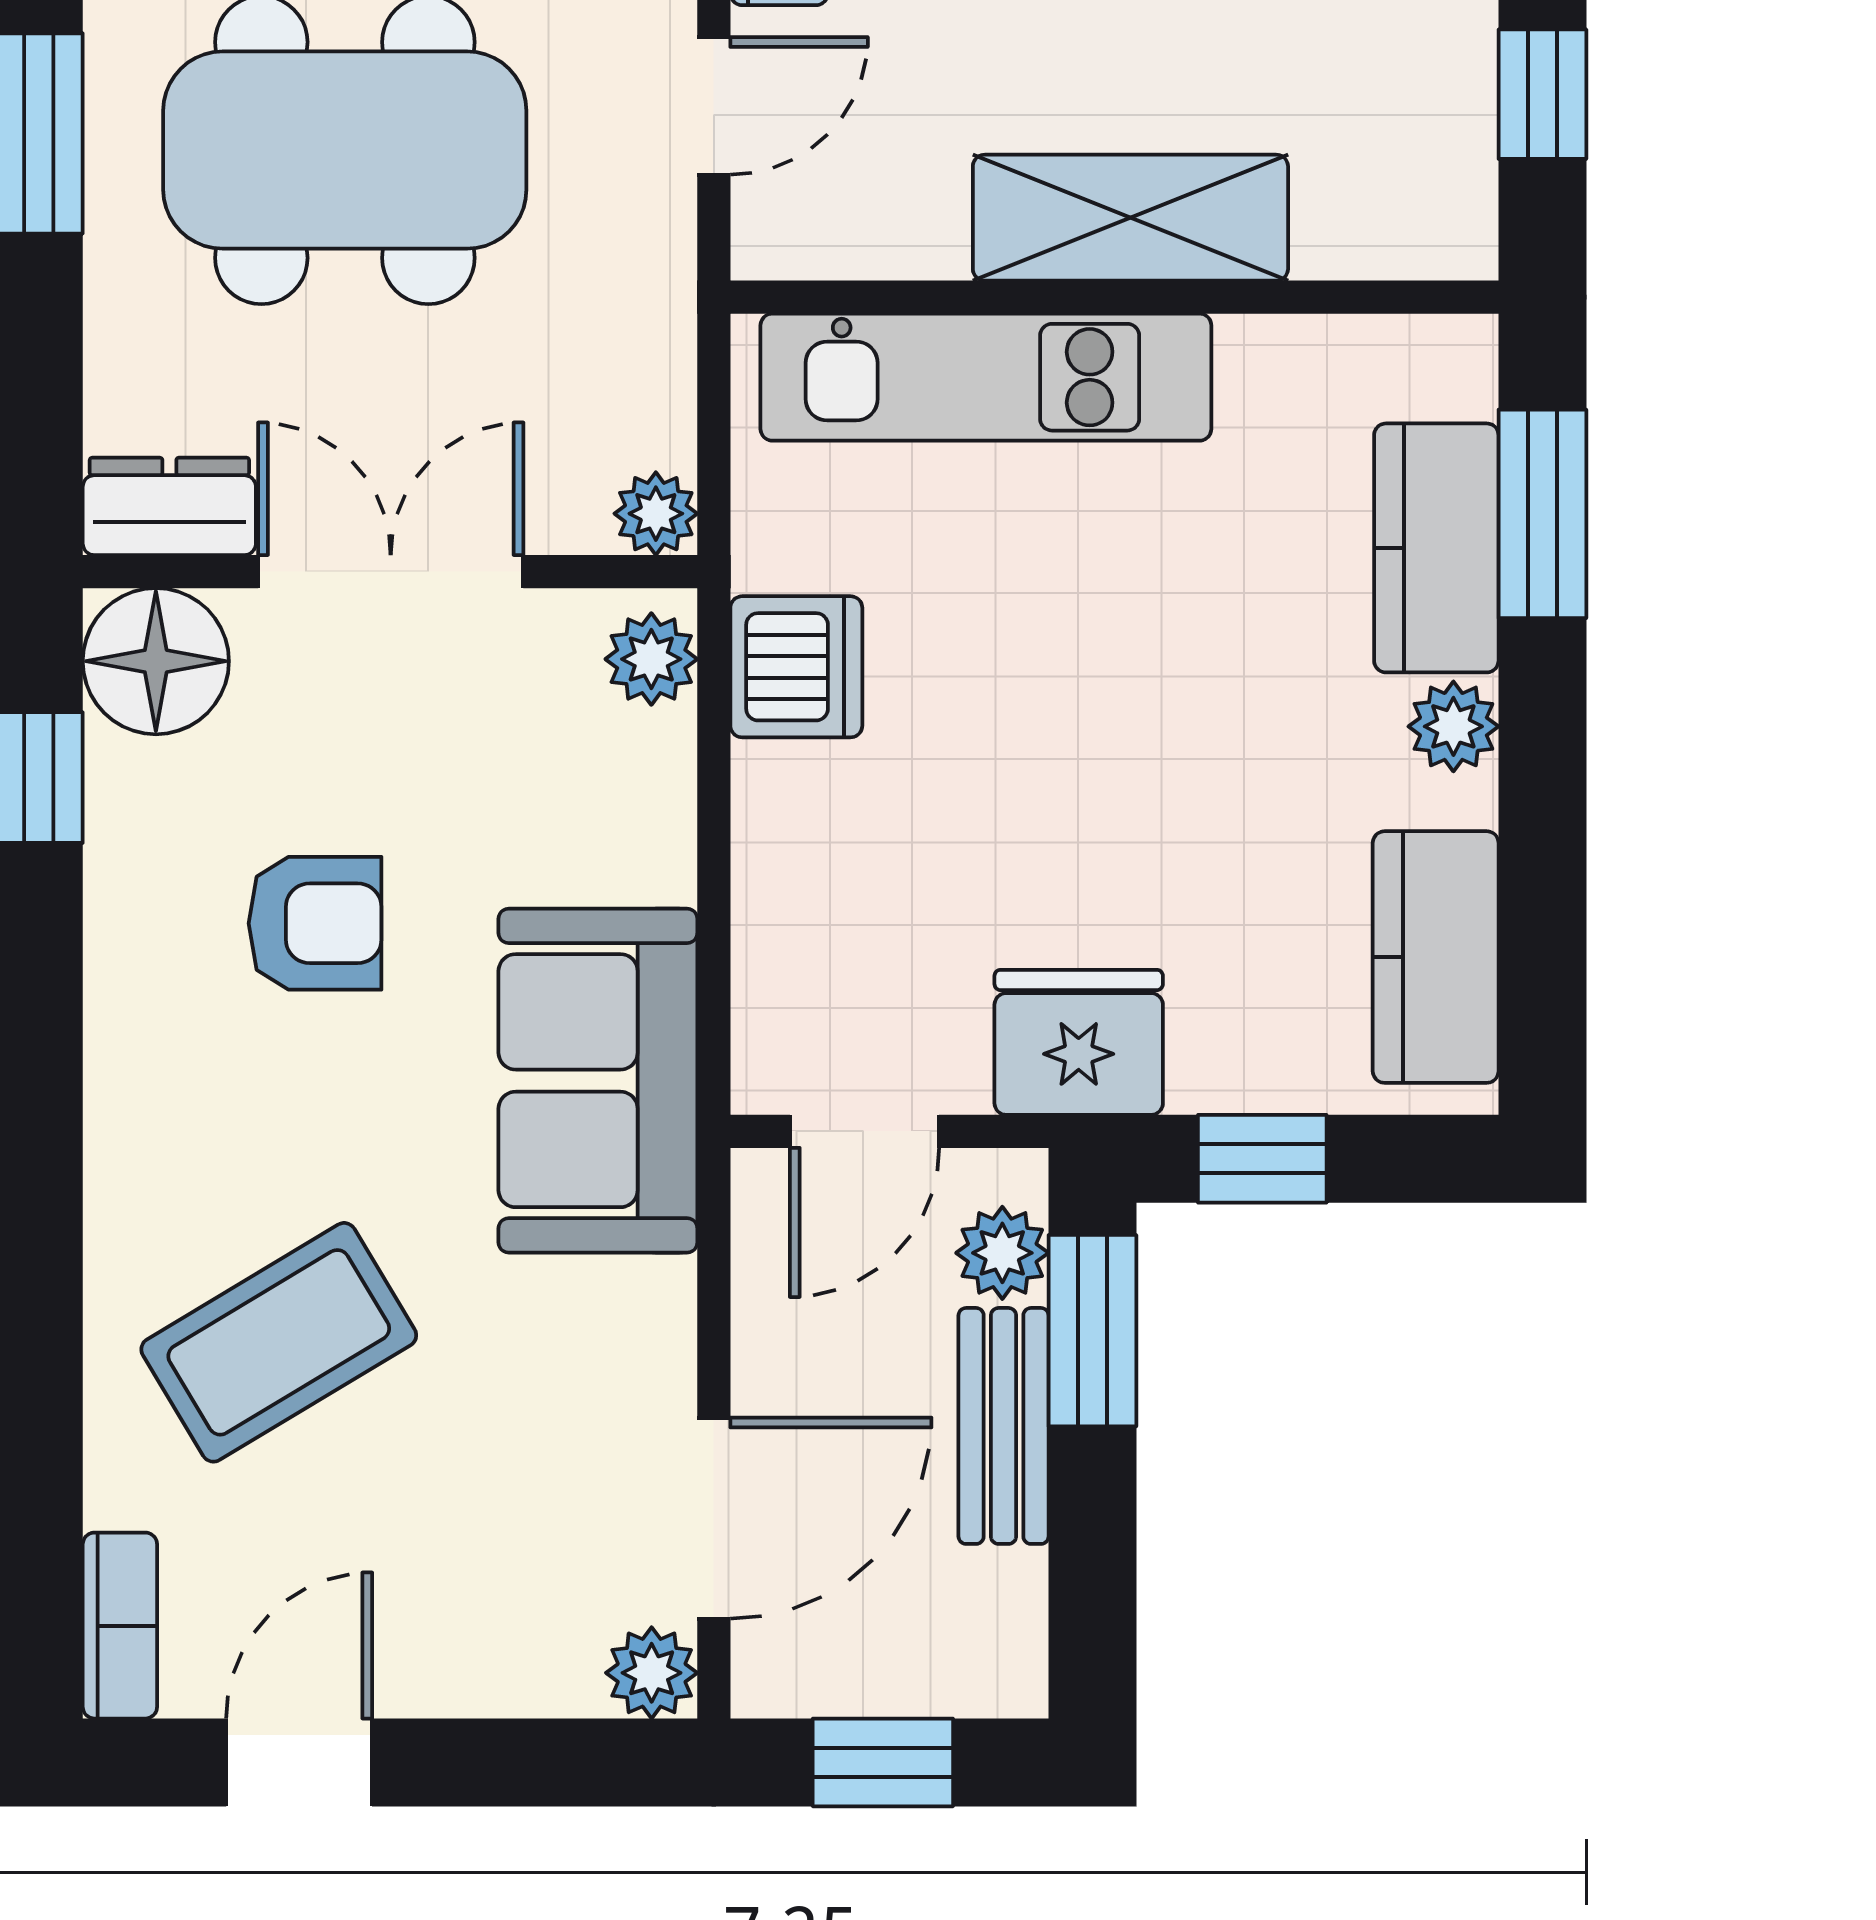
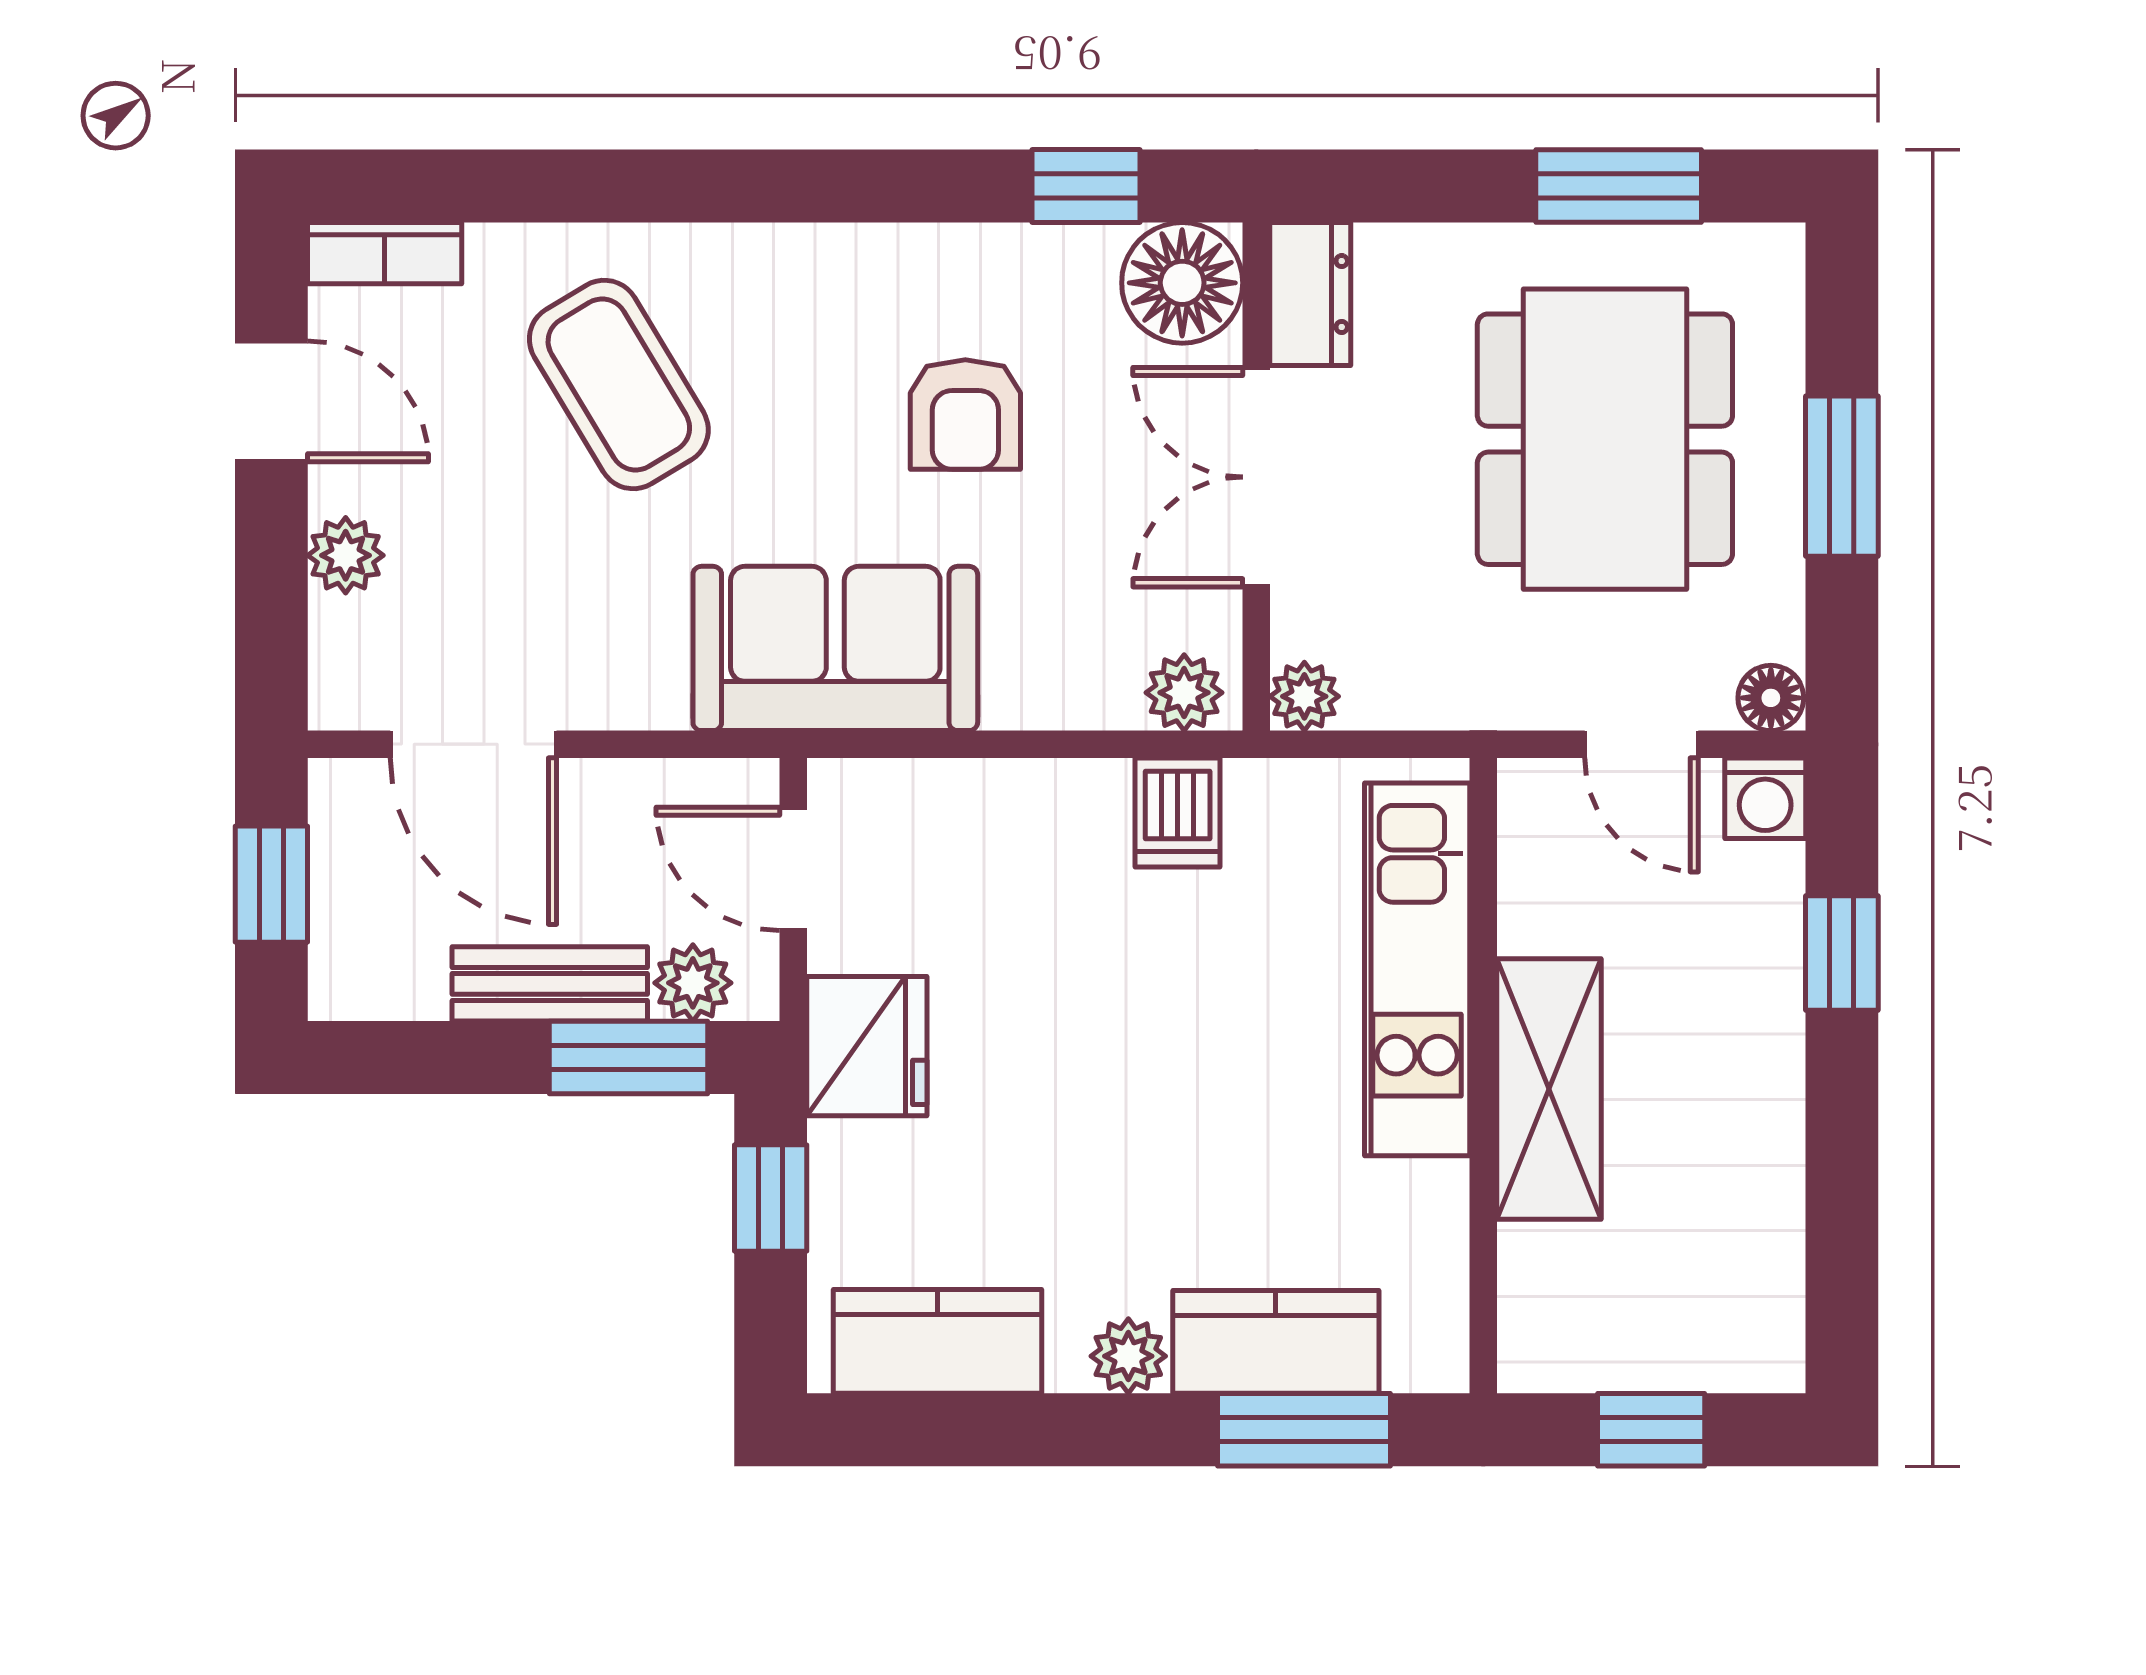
double door: (391, 572) -> (1256, 477), swing flipped
dishwasher: (796, 667) -> (1178, 813), width x0.73
plant: (652, 1673) -> (346, 555), moved

